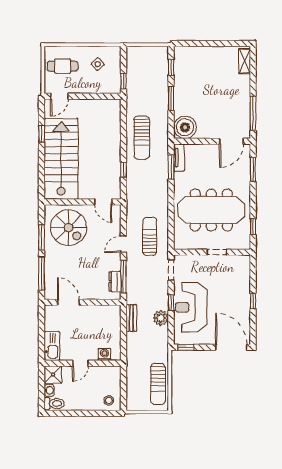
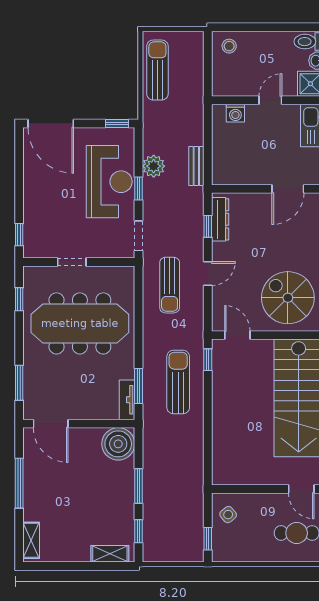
shelving: (191, 52) -> (110, 554), added
side table: (98, 64) -> (228, 515), moved
window: (124, 81) -> (208, 539), moved
door: (59, 96) -> (301, 489), swing flipped
window: (253, 113) -> (19, 483), moved
sun lounger: (142, 138) -> (178, 382), moved
door: (231, 141) -> (51, 424), swing flipped
window: (124, 170) -> (208, 360), moved
window: (124, 277) -> (208, 226), width x0.46
dresser: (115, 281) -> (220, 219), width x1.44
window: (253, 301) -> (19, 235), moved
door: (68, 302) -> (288, 189), hinge flipped

